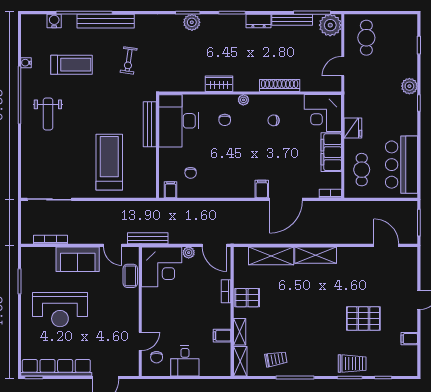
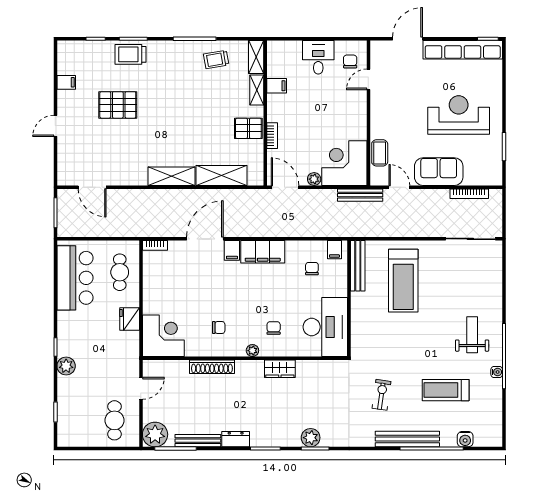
water cooler: (26, 63) -> (497, 372), moved
bench: (150, 124) -> (358, 266), moved
filing cabinet: (331, 152) -> (263, 252), moved, turned 90

